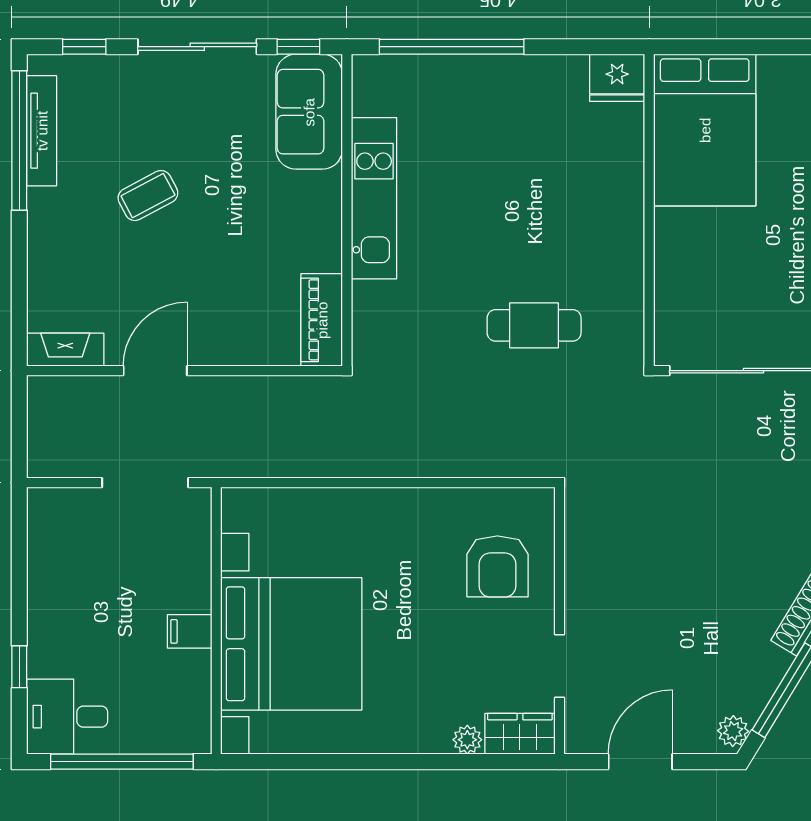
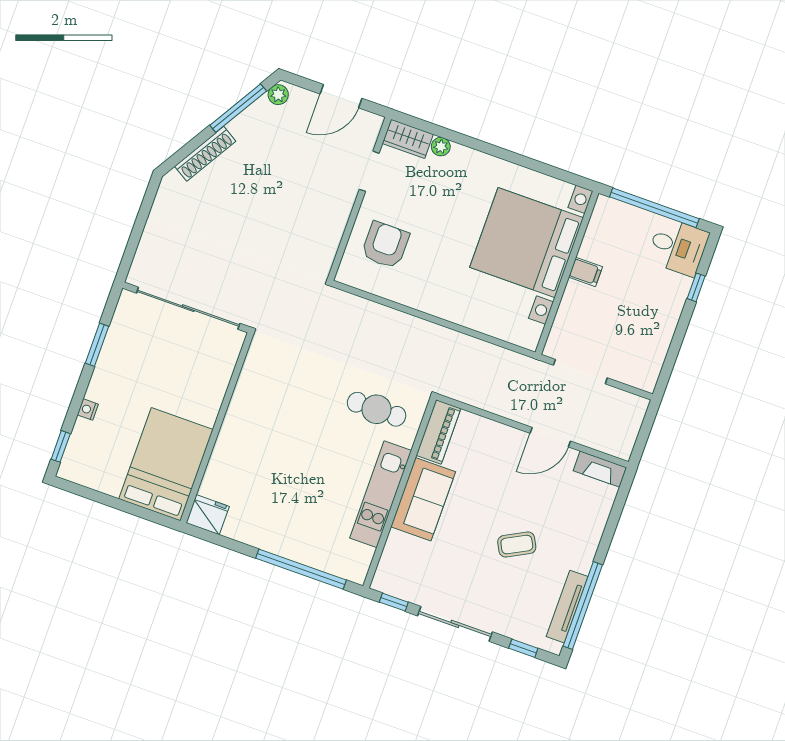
sofa: (309, 112) -> (423, 499), moved
cafe table: (534, 325) -> (377, 409), moved

